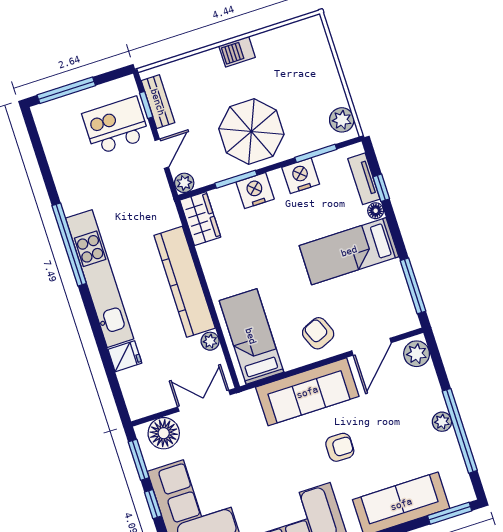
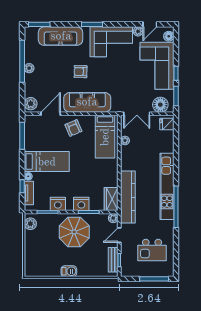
kitchen island: (116, 126) -> (152, 250), moved
kitchen counter: (185, 282) -> (128, 197), moved
fridge: (125, 356) -> (167, 124), moved

